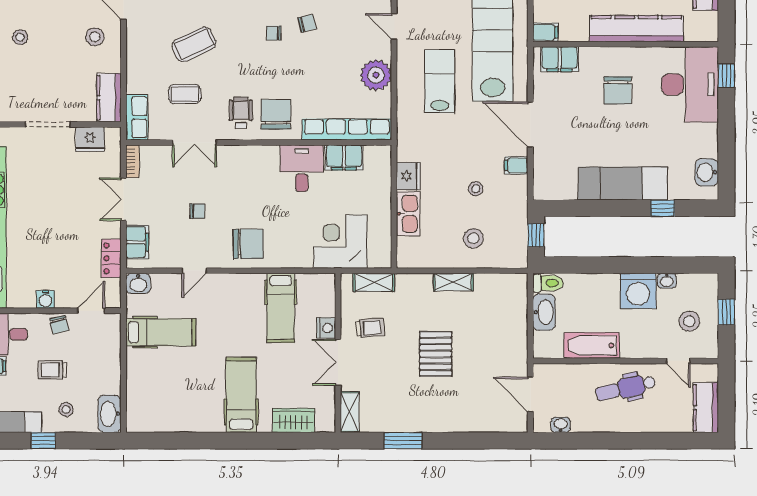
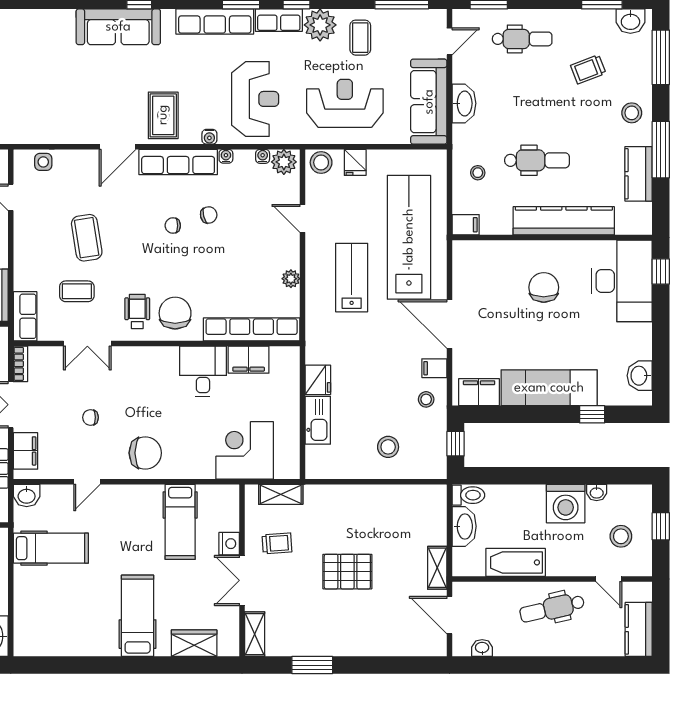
coffee table: (194, 44) -> (87, 238), turned -74
filing cabinet: (560, 59) -> (479, 392), moved, turned 180
plant: (376, 75) -> (291, 279), width x0.53, depth x0.53
chair: (618, 90) -> (544, 287), turned 180
stool: (476, 189) -> (426, 399), moved
chair: (197, 211) -> (90, 417), turned 180
shelving: (453, 282) -> (437, 568), moved, turned 90
pallet: (436, 354) -> (347, 572), turned 90

